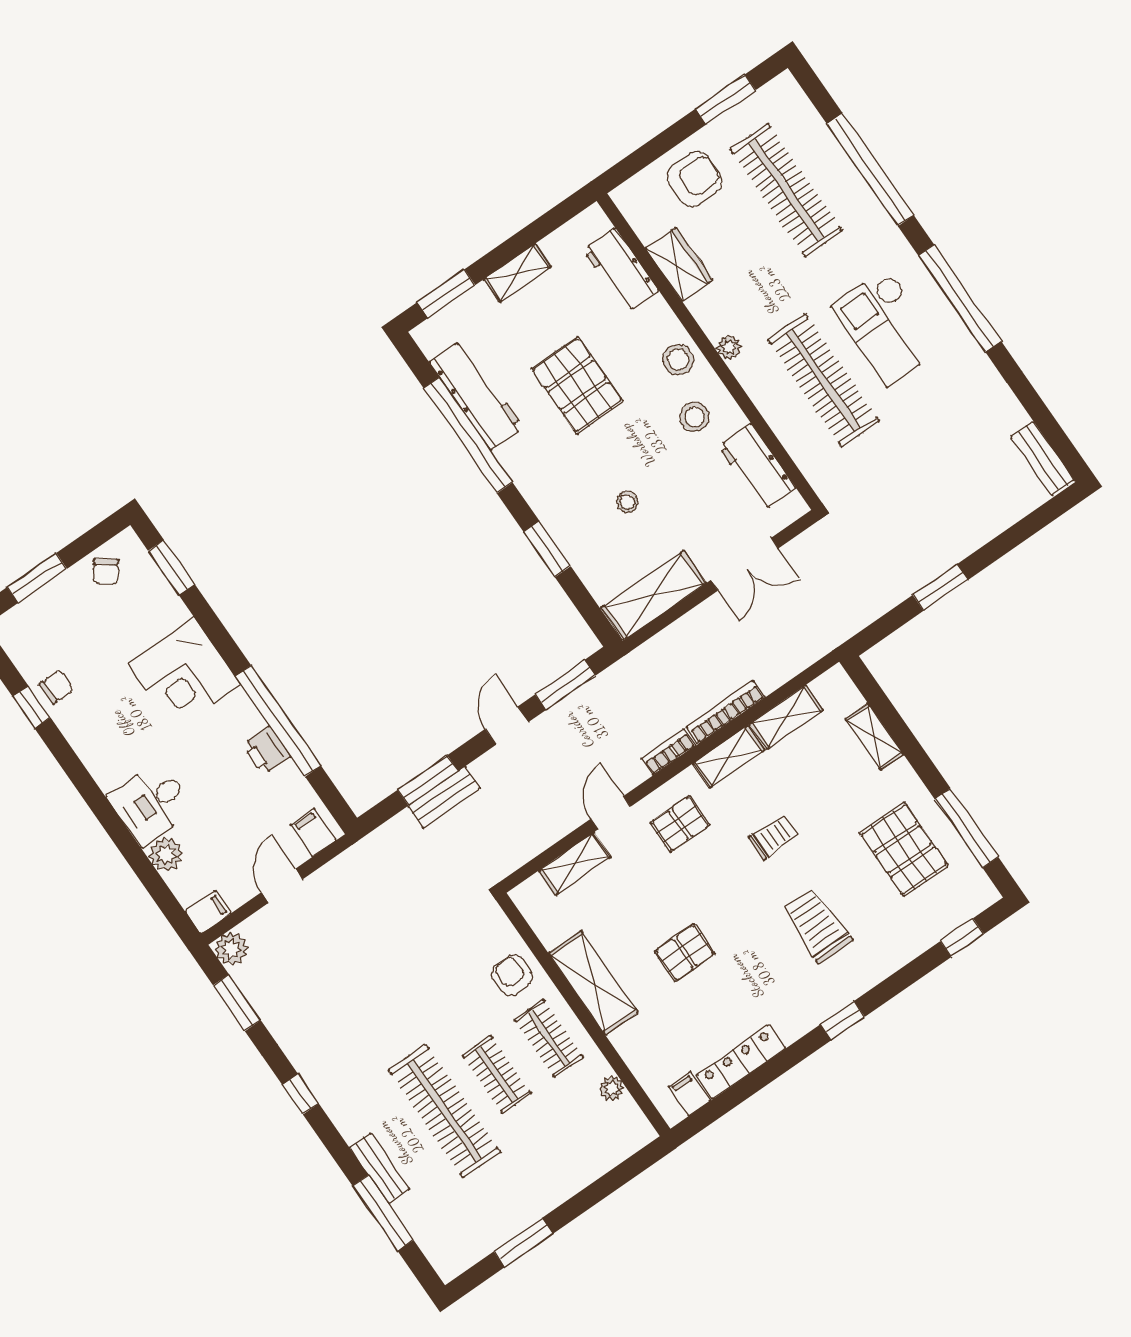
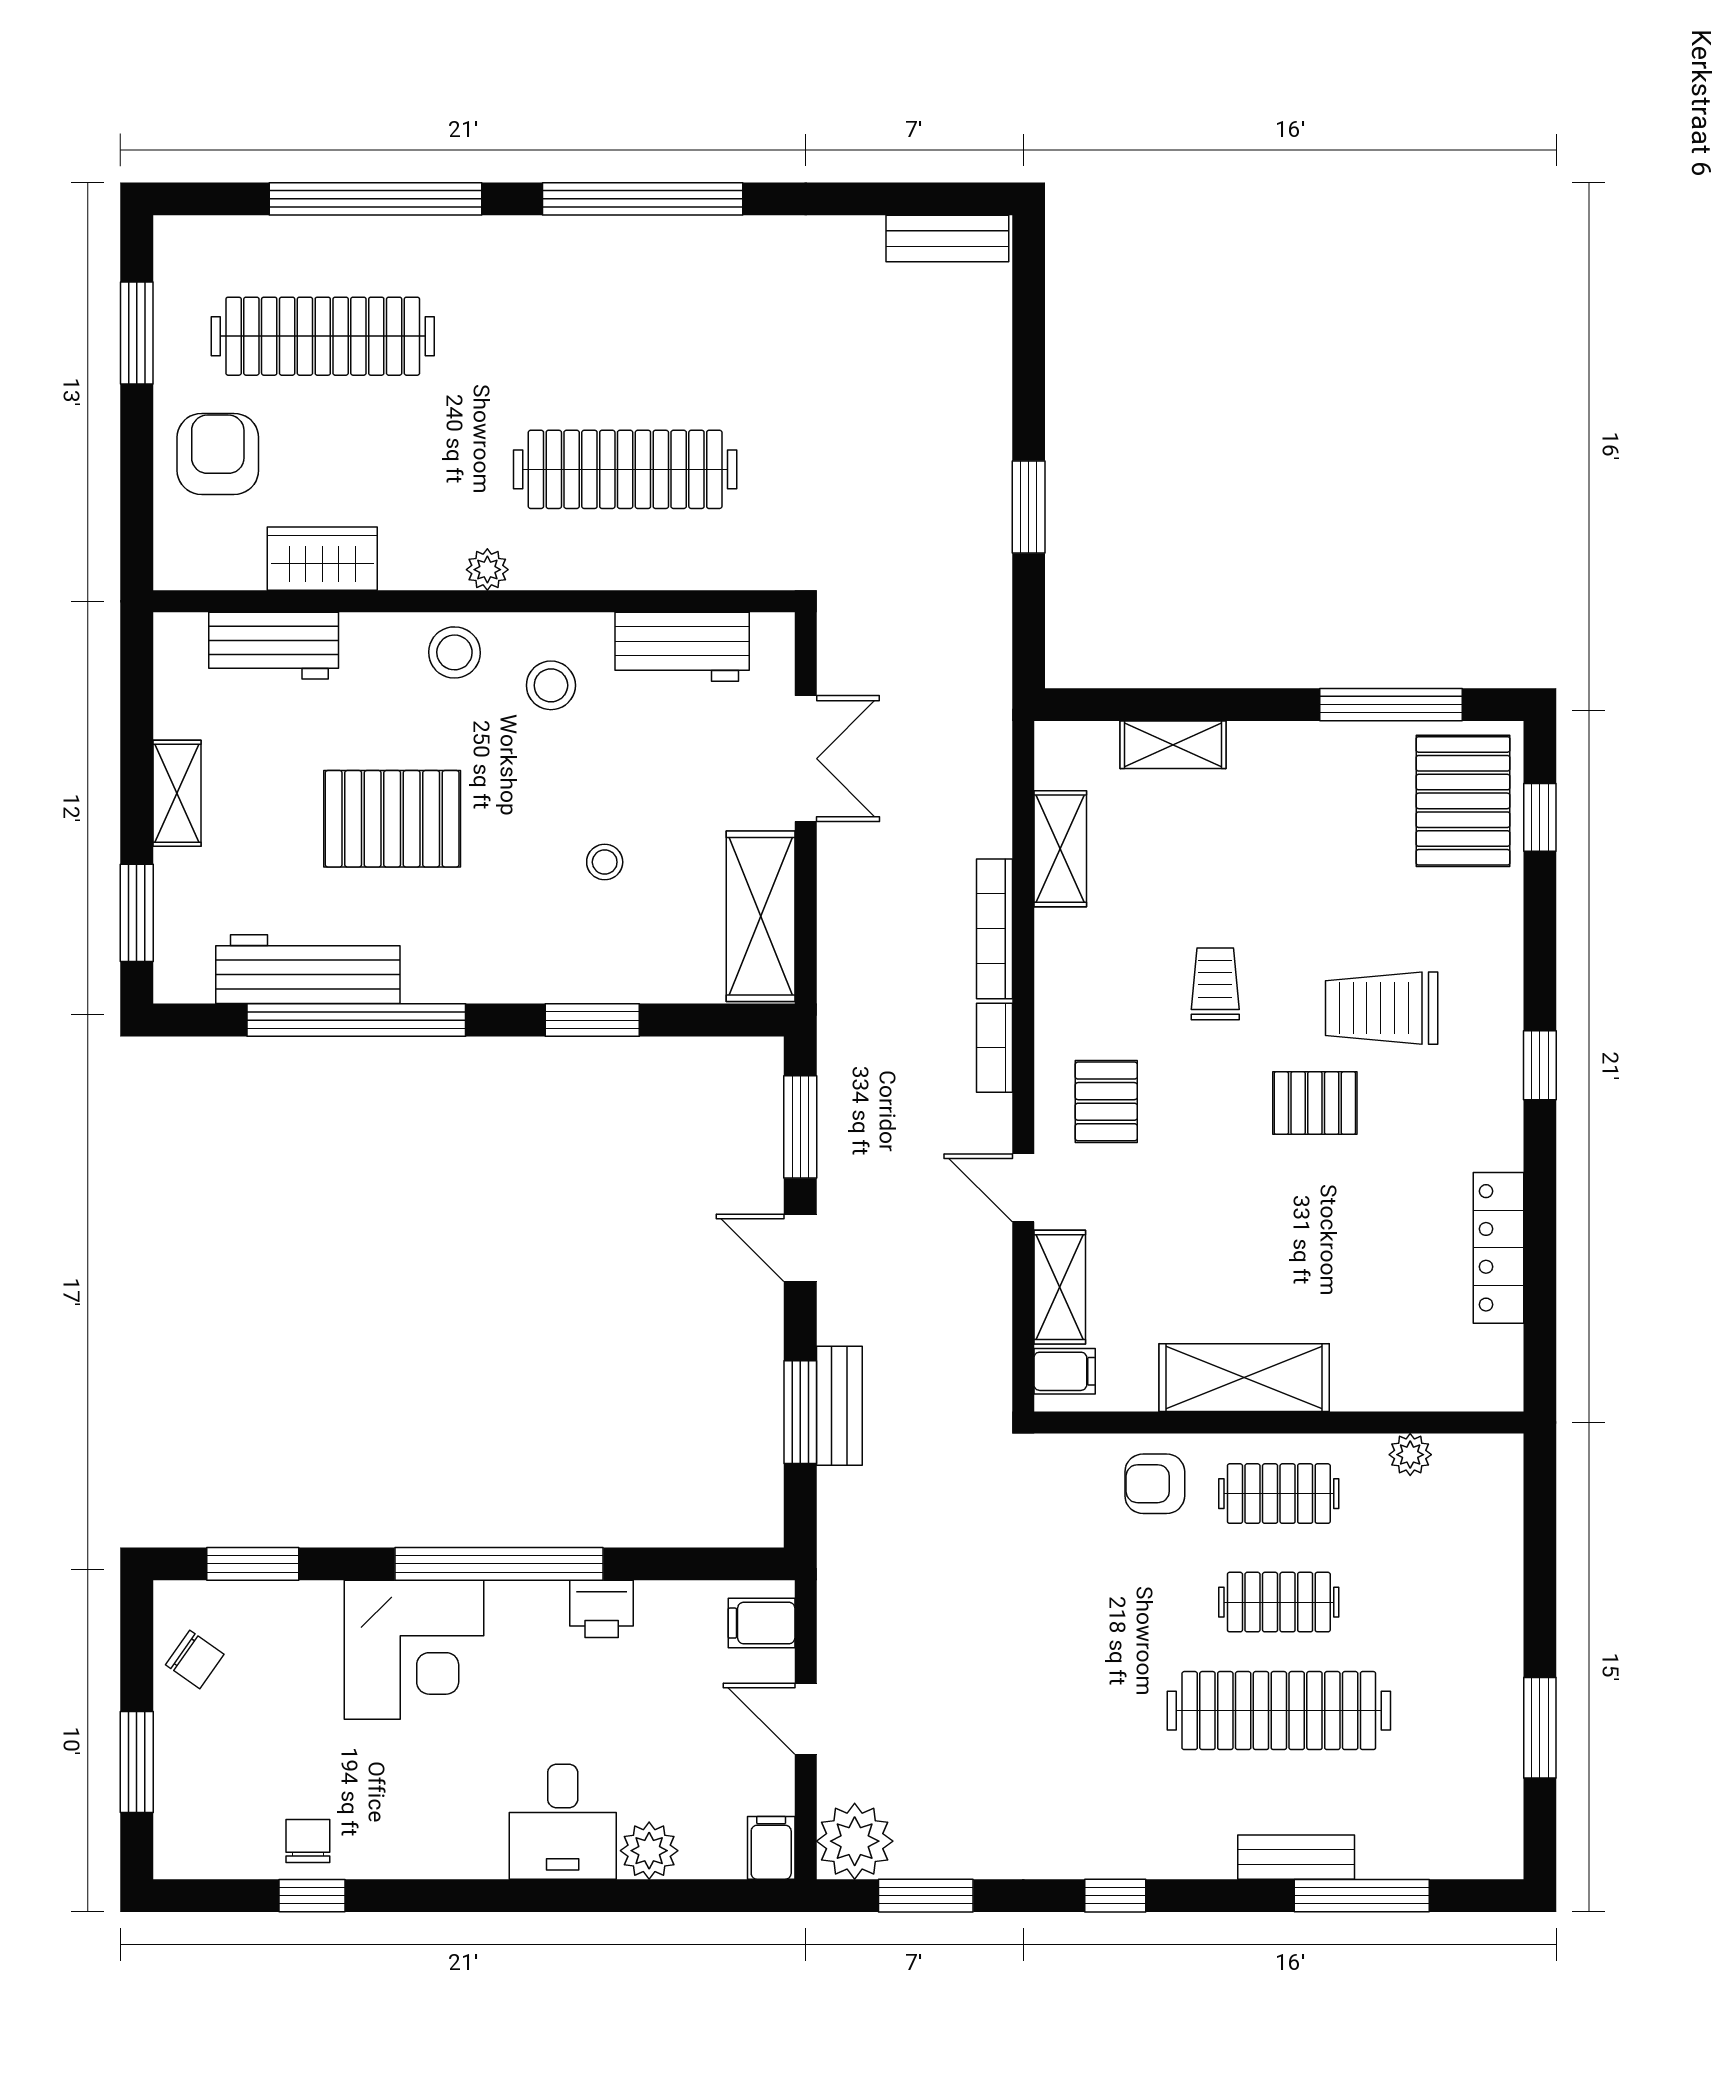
checkout: (887, 327) -> (613, 328), removed
window: (278, 721) -> (499, 1564), moved
shelving: (729, 757) -> (1060, 968), removed
pallet: (904, 849) -> (1463, 801), moved, turned 90
plant: (231, 949) -> (855, 1841), width x1.36, depth x1.36
pallet: (685, 953) -> (1315, 1103), moved, turned 90
filing cabinet: (689, 1094) -> (1065, 1371), moved, turned 180

